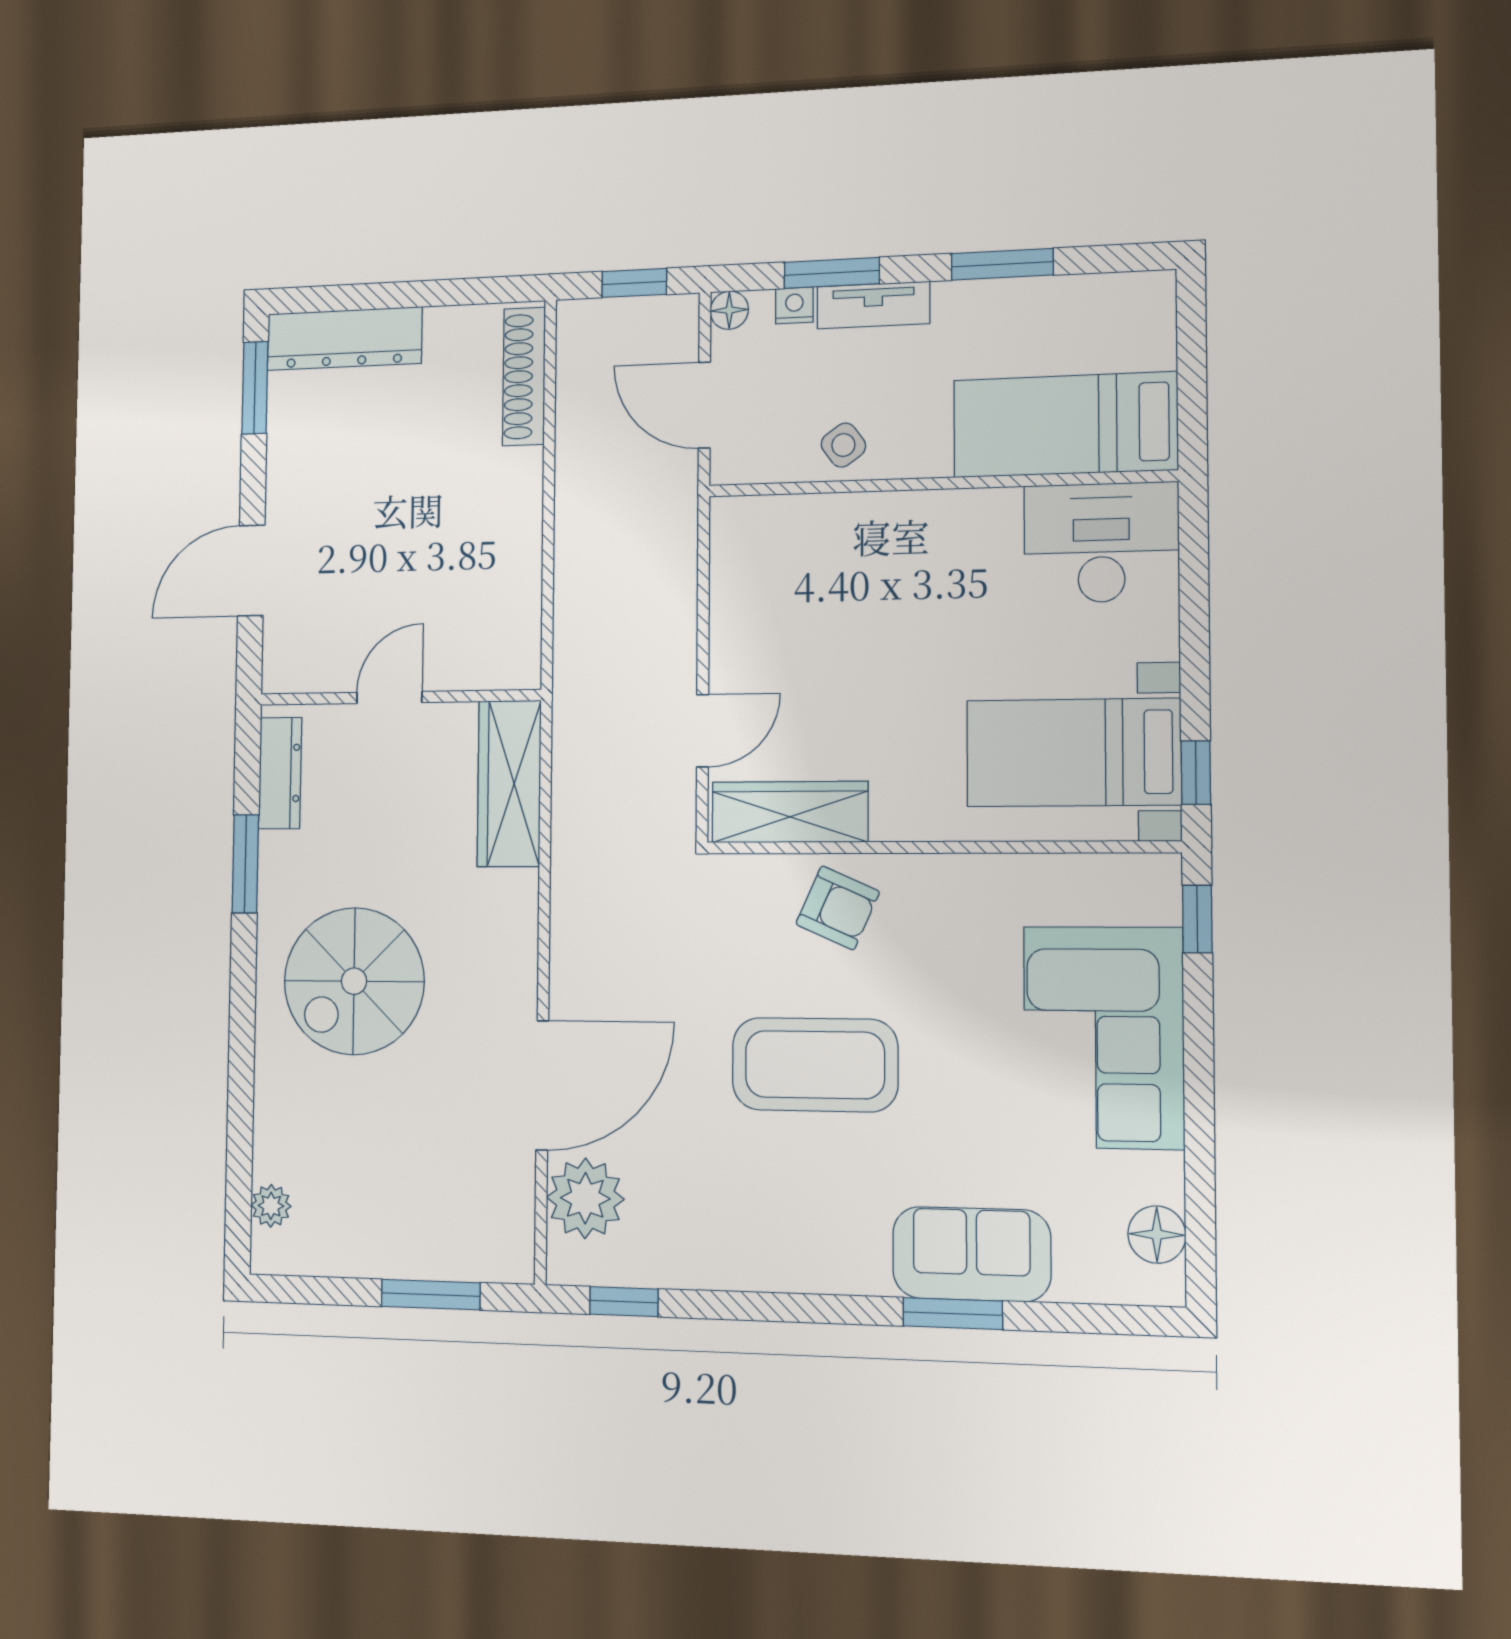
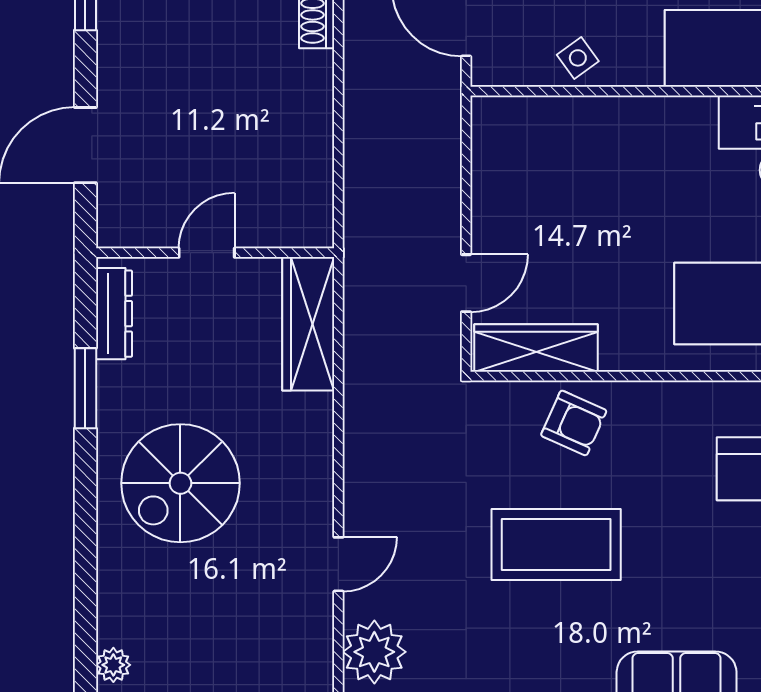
door: (542, 1085) -> (338, 564), width x0.53

